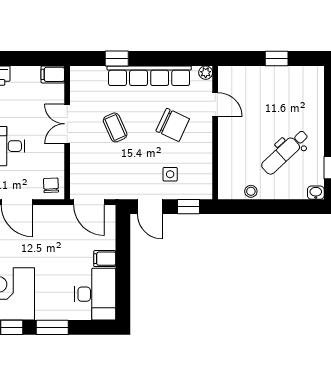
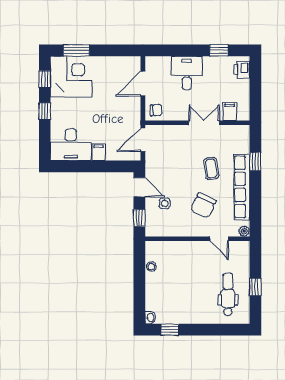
filing cabinet: (53, 74) -> (230, 112), moved
door: (215, 105) -> (219, 239), hinge flipped
coffee table: (115, 127) -> (211, 168), moved, turned -74
dental chair: (285, 152) -> (228, 294), moved, turned 43
door: (150, 207) -> (139, 187), swing flipped
window: (52, 327) -> (45, 111), width x0.67

